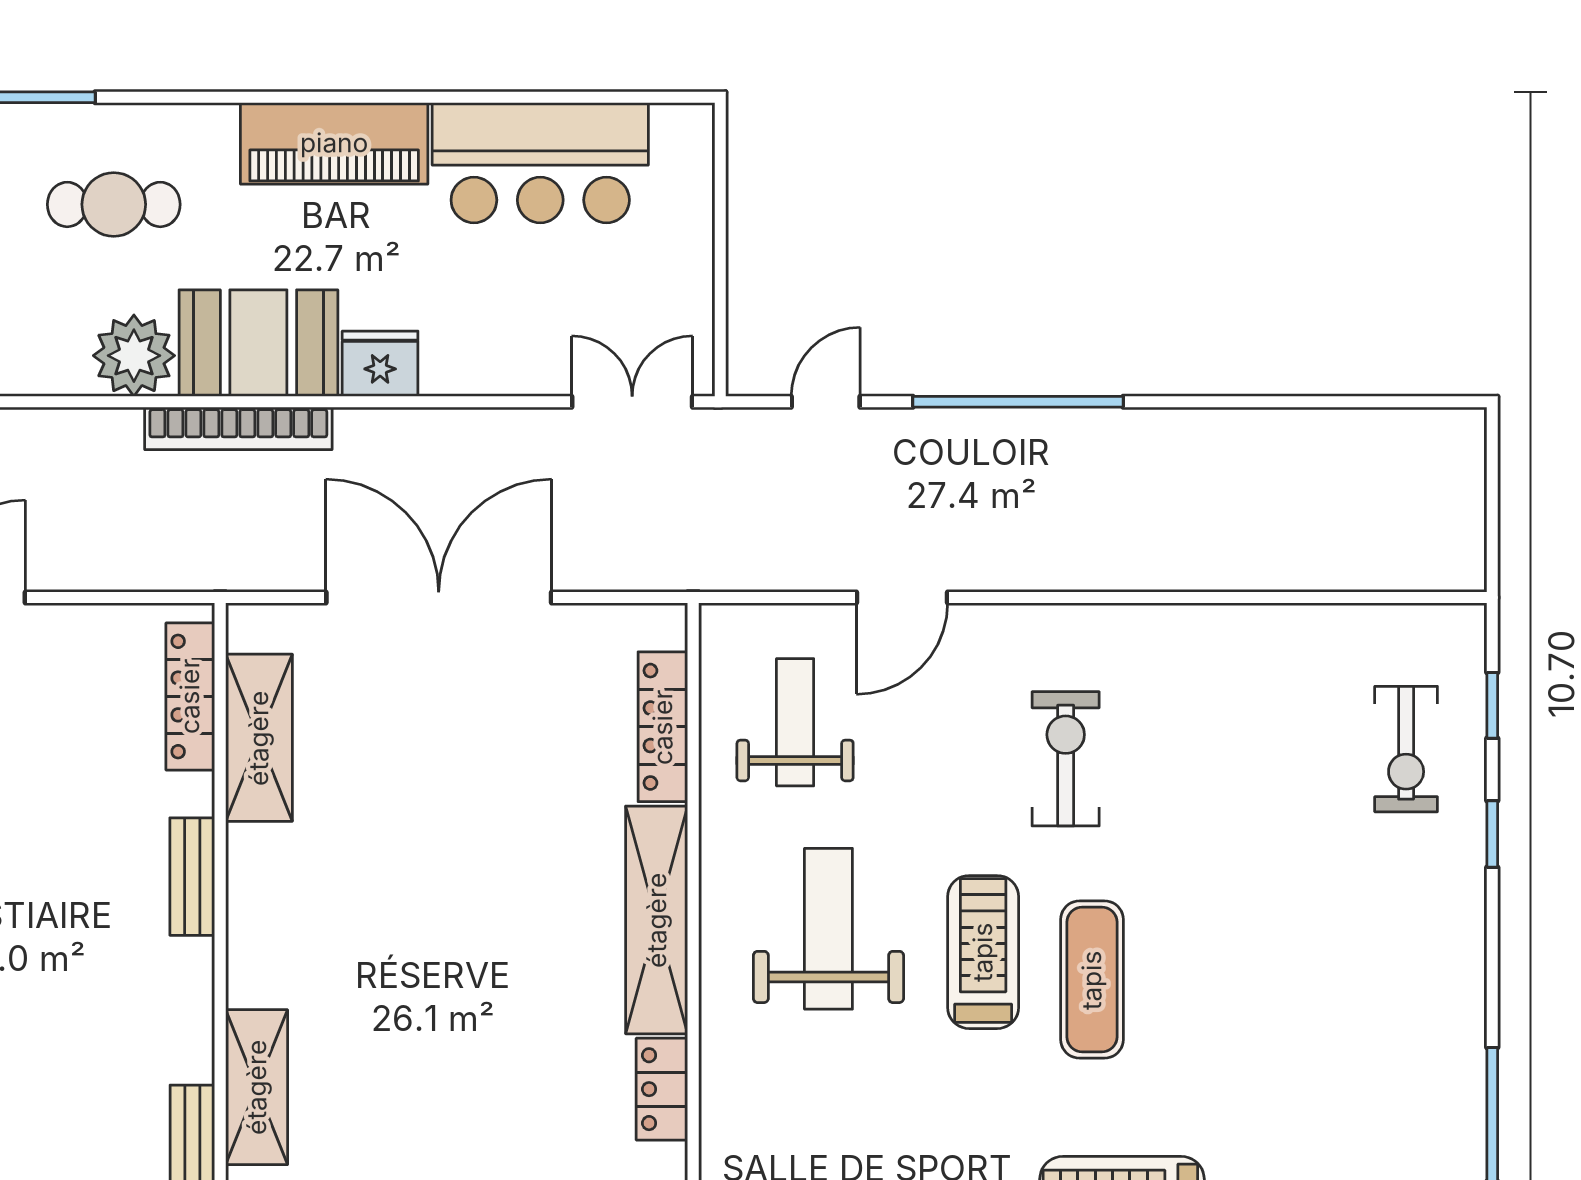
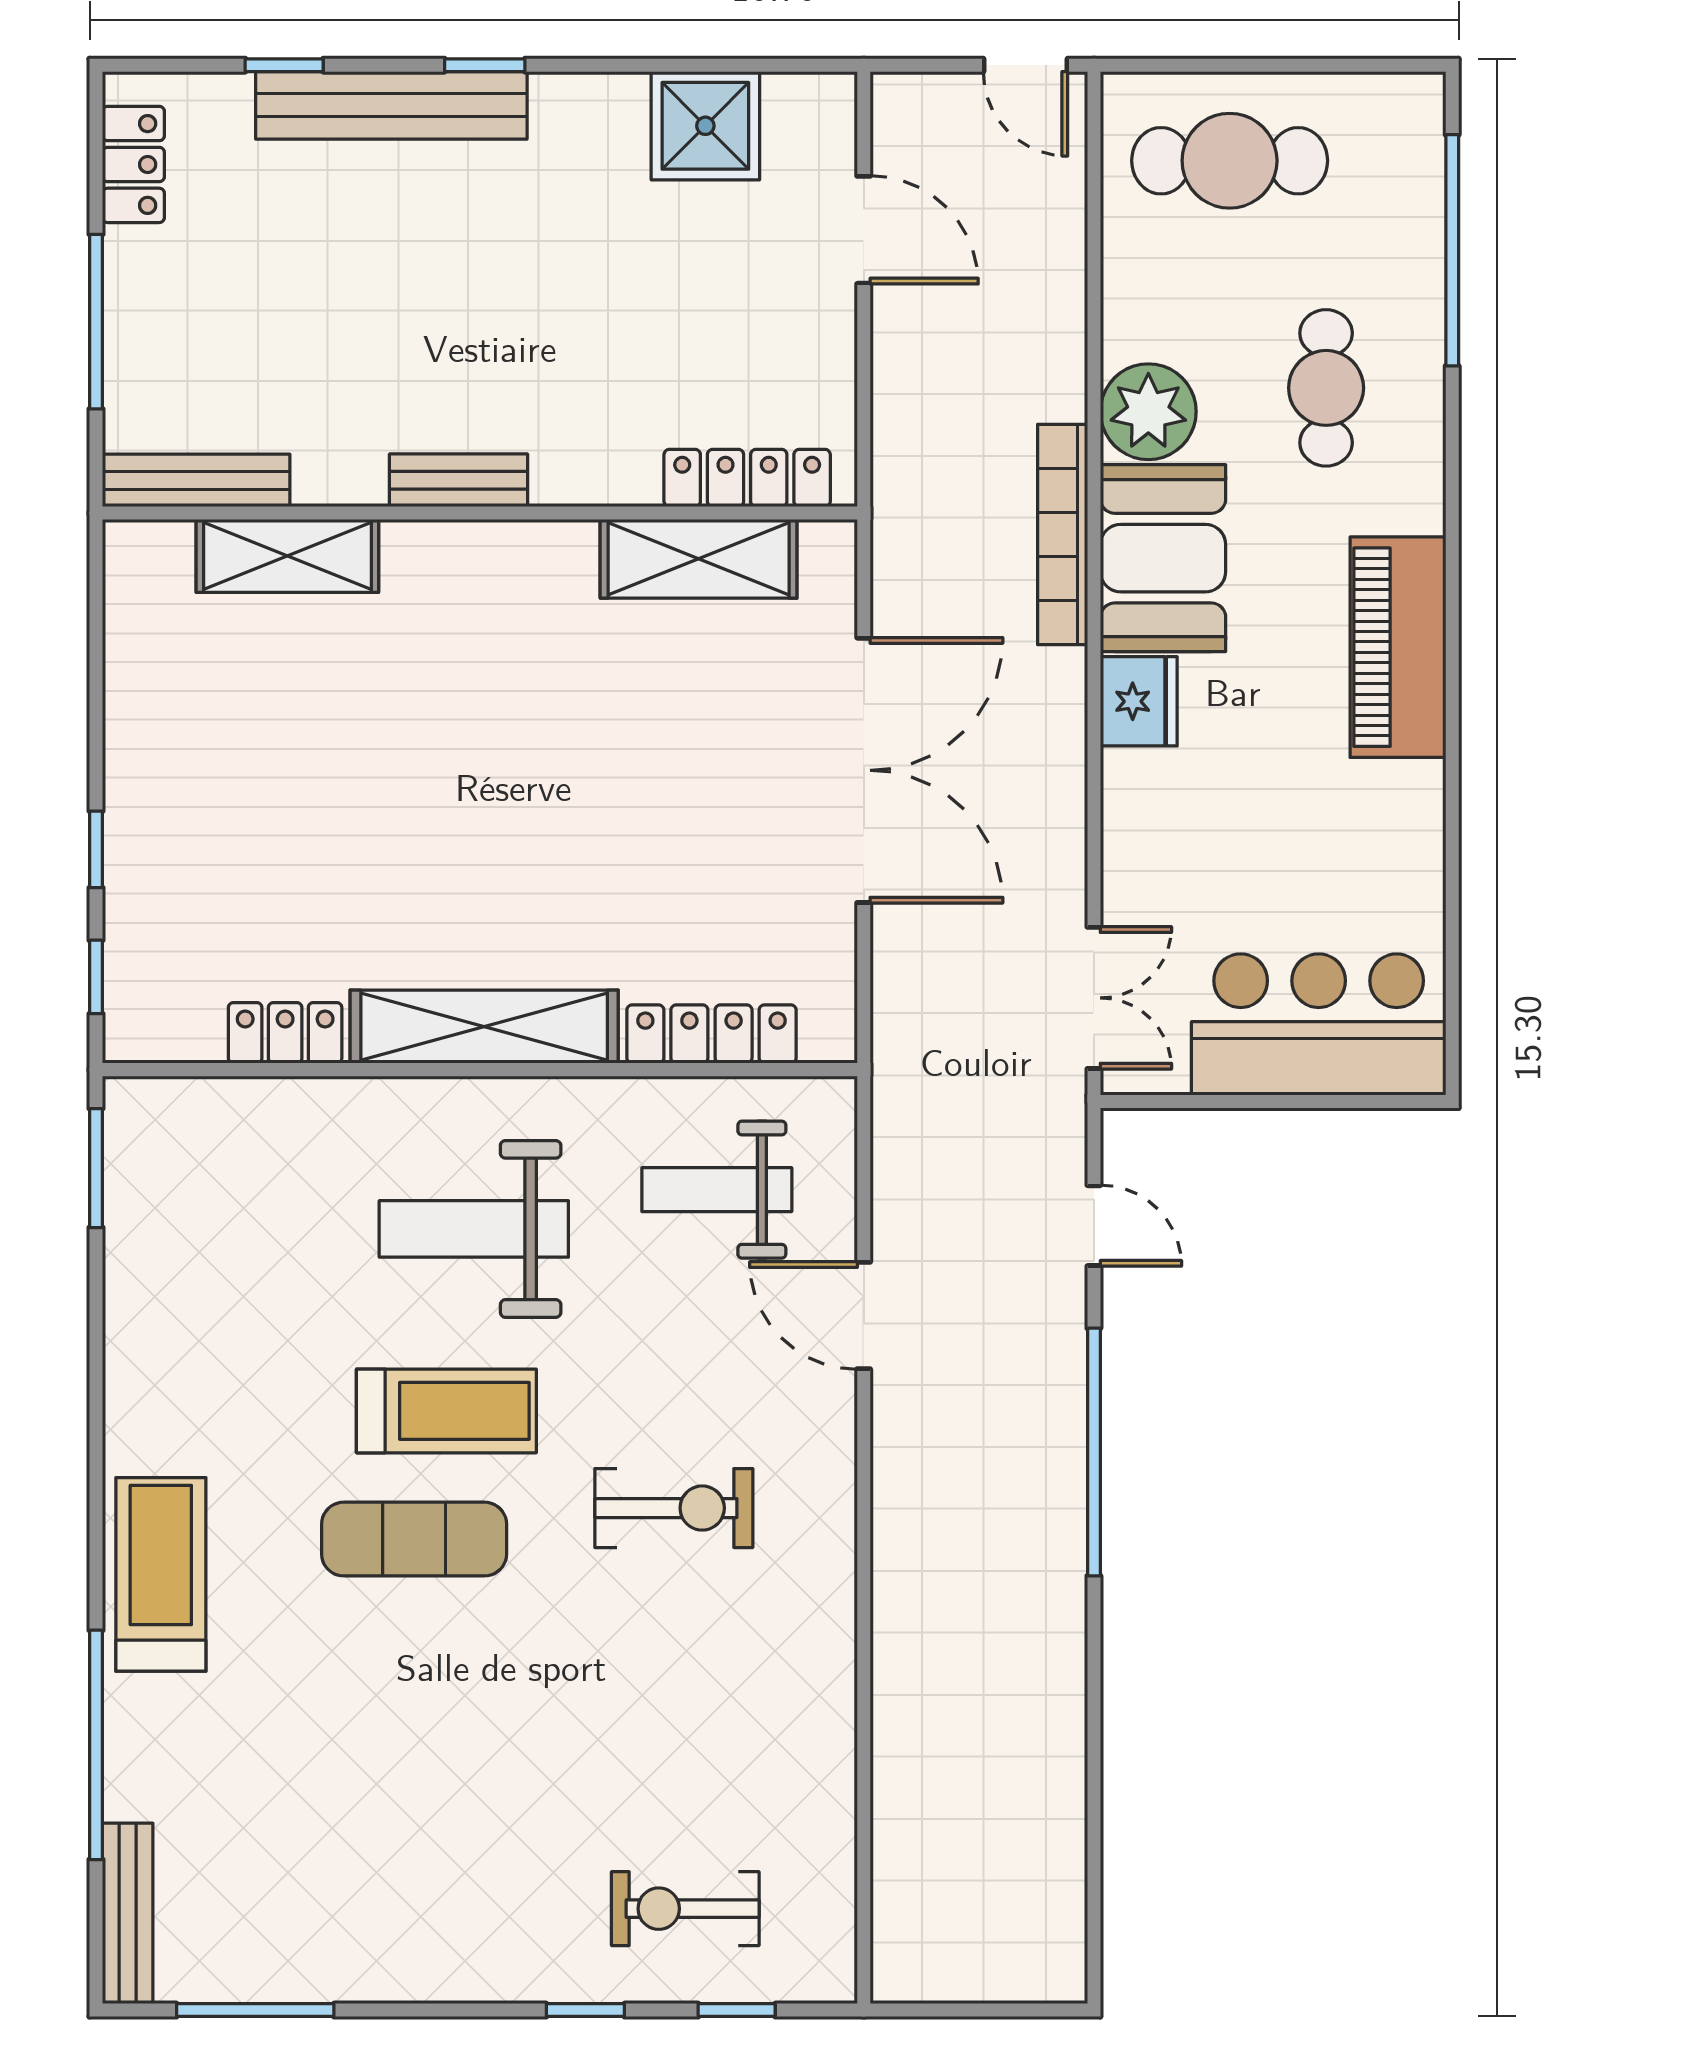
bar counter: (540, 163) -> (1319, 1025), moved, turned 90
weight bench: (795, 722) -> (717, 1190), turned 180
bench: (192, 877) -> (458, 480), moved
weight bench: (828, 929) -> (474, 1229), turned 180

